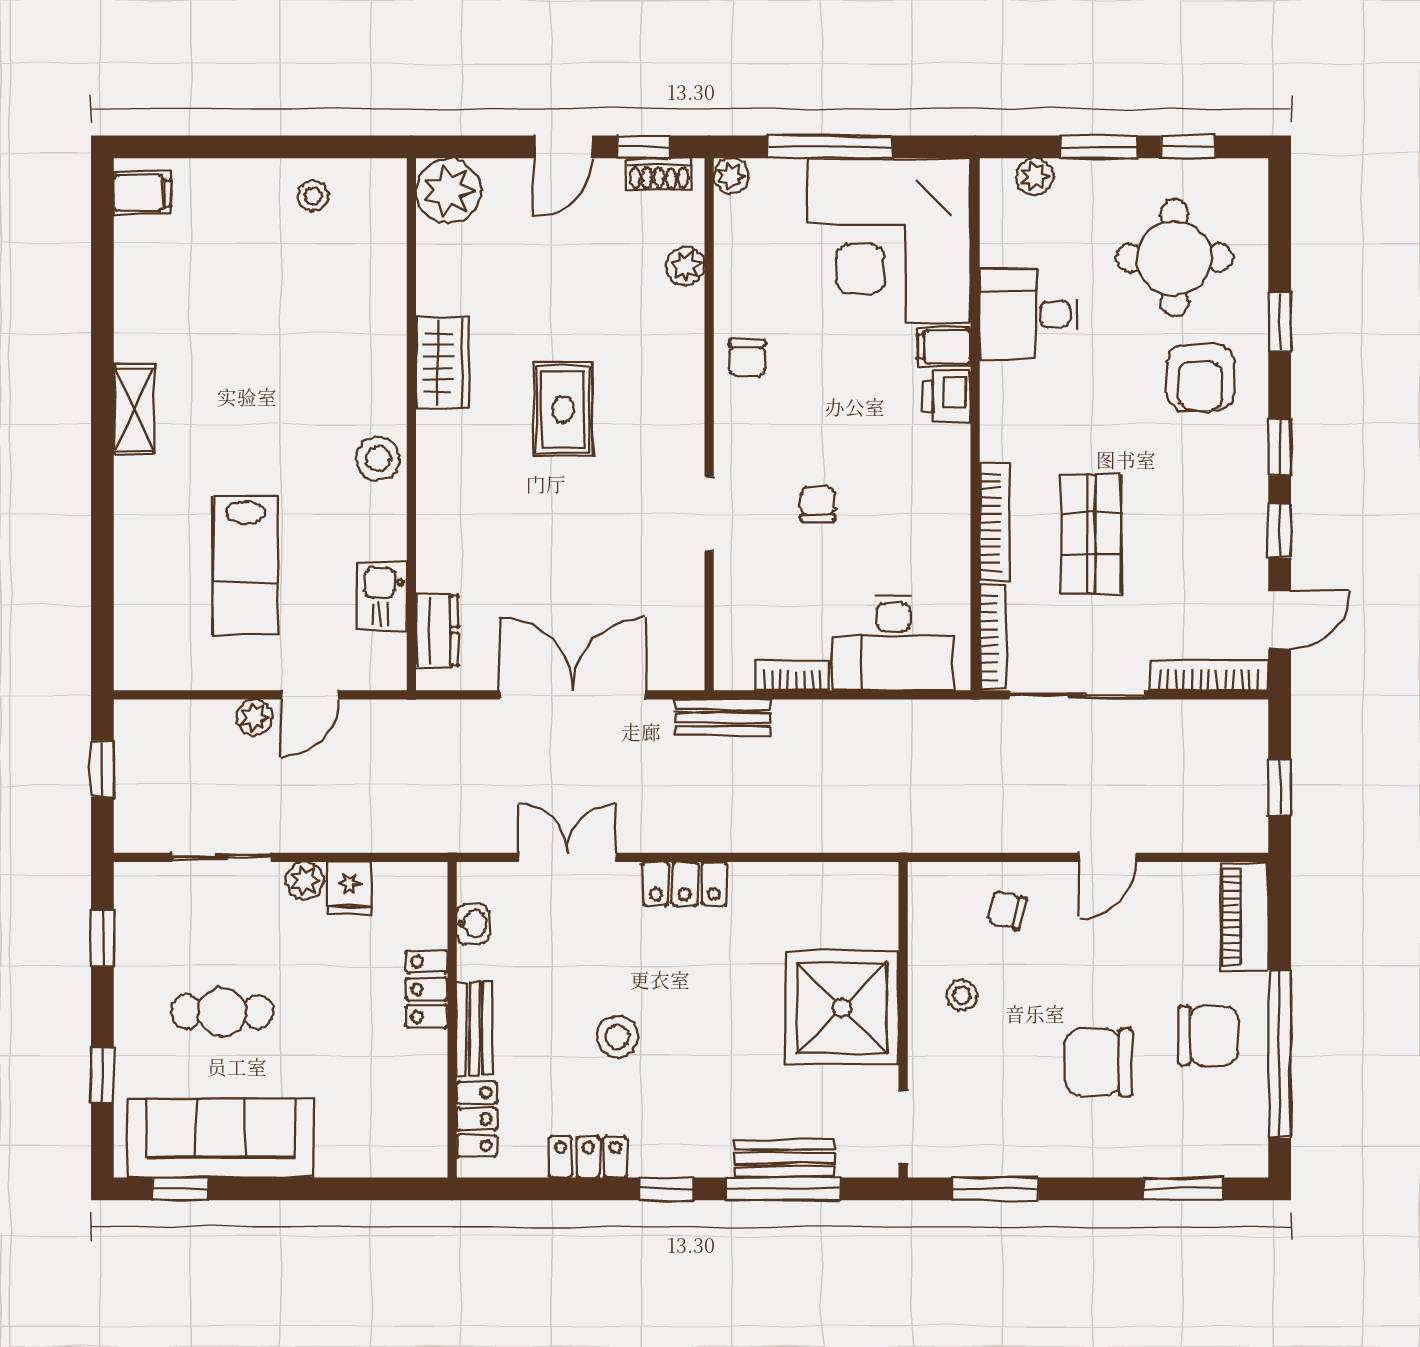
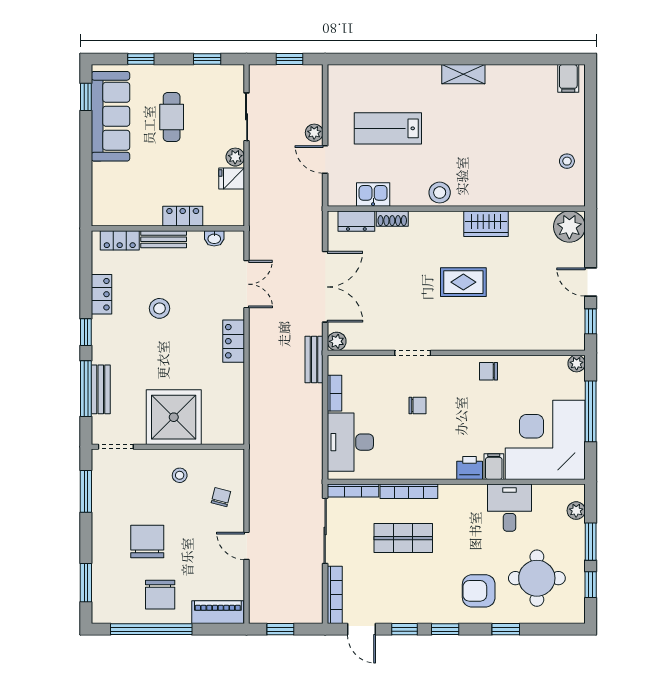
shoe rack: (659, 174) -> (392, 219), moved, turned -90
plant: (685, 266) -> (337, 341), moved

